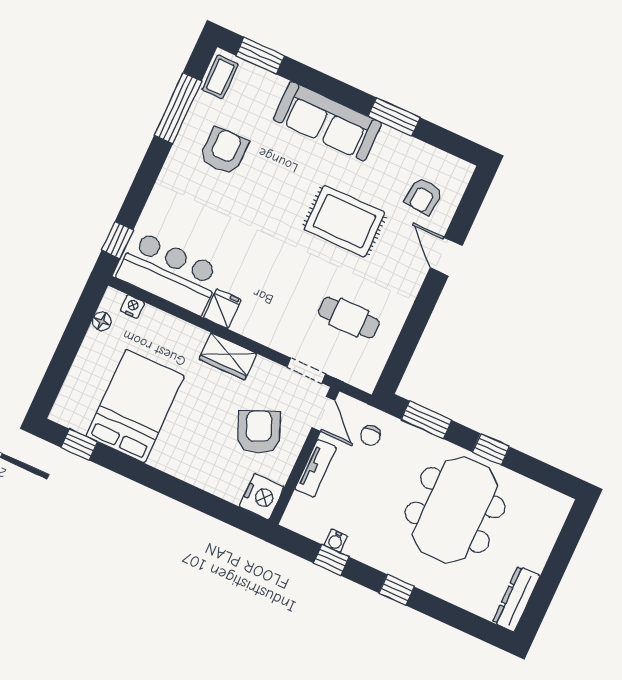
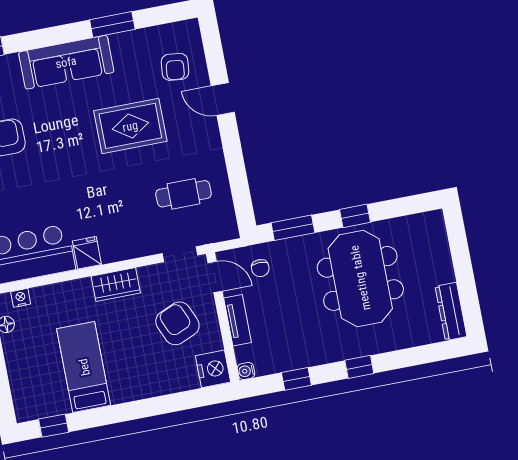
bed: (135, 406) -> (84, 367), width x0.67
water cooler: (336, 541) -> (246, 371), moved, turned 90

